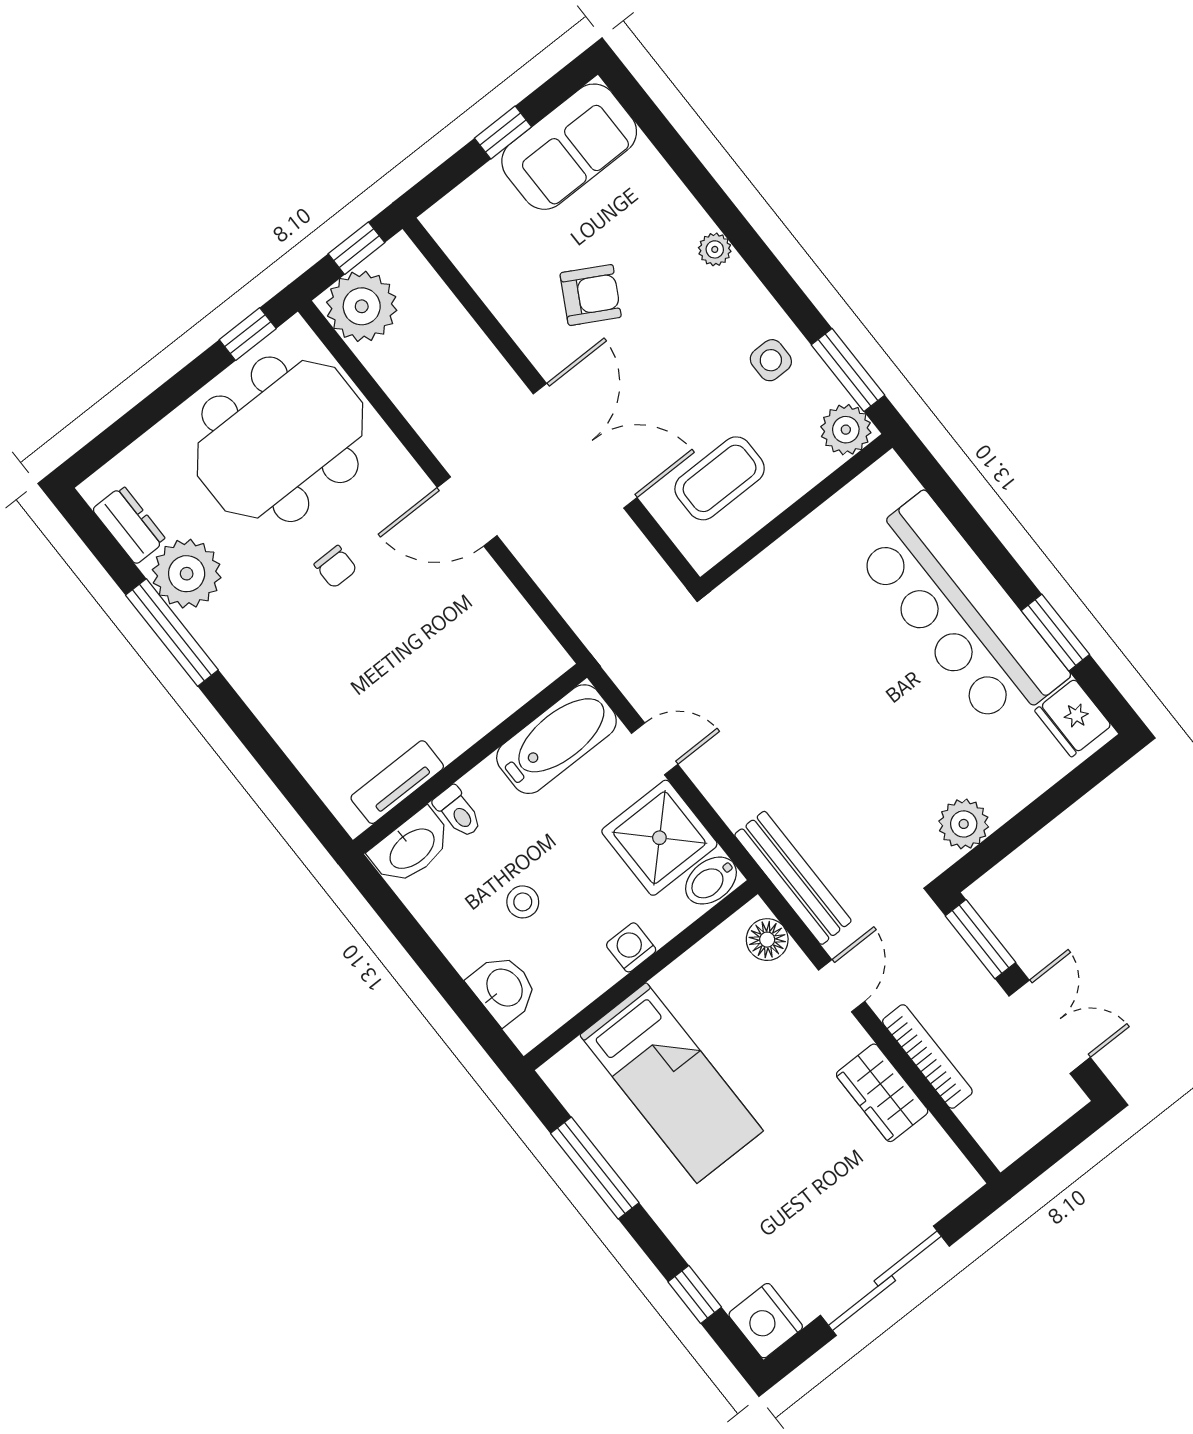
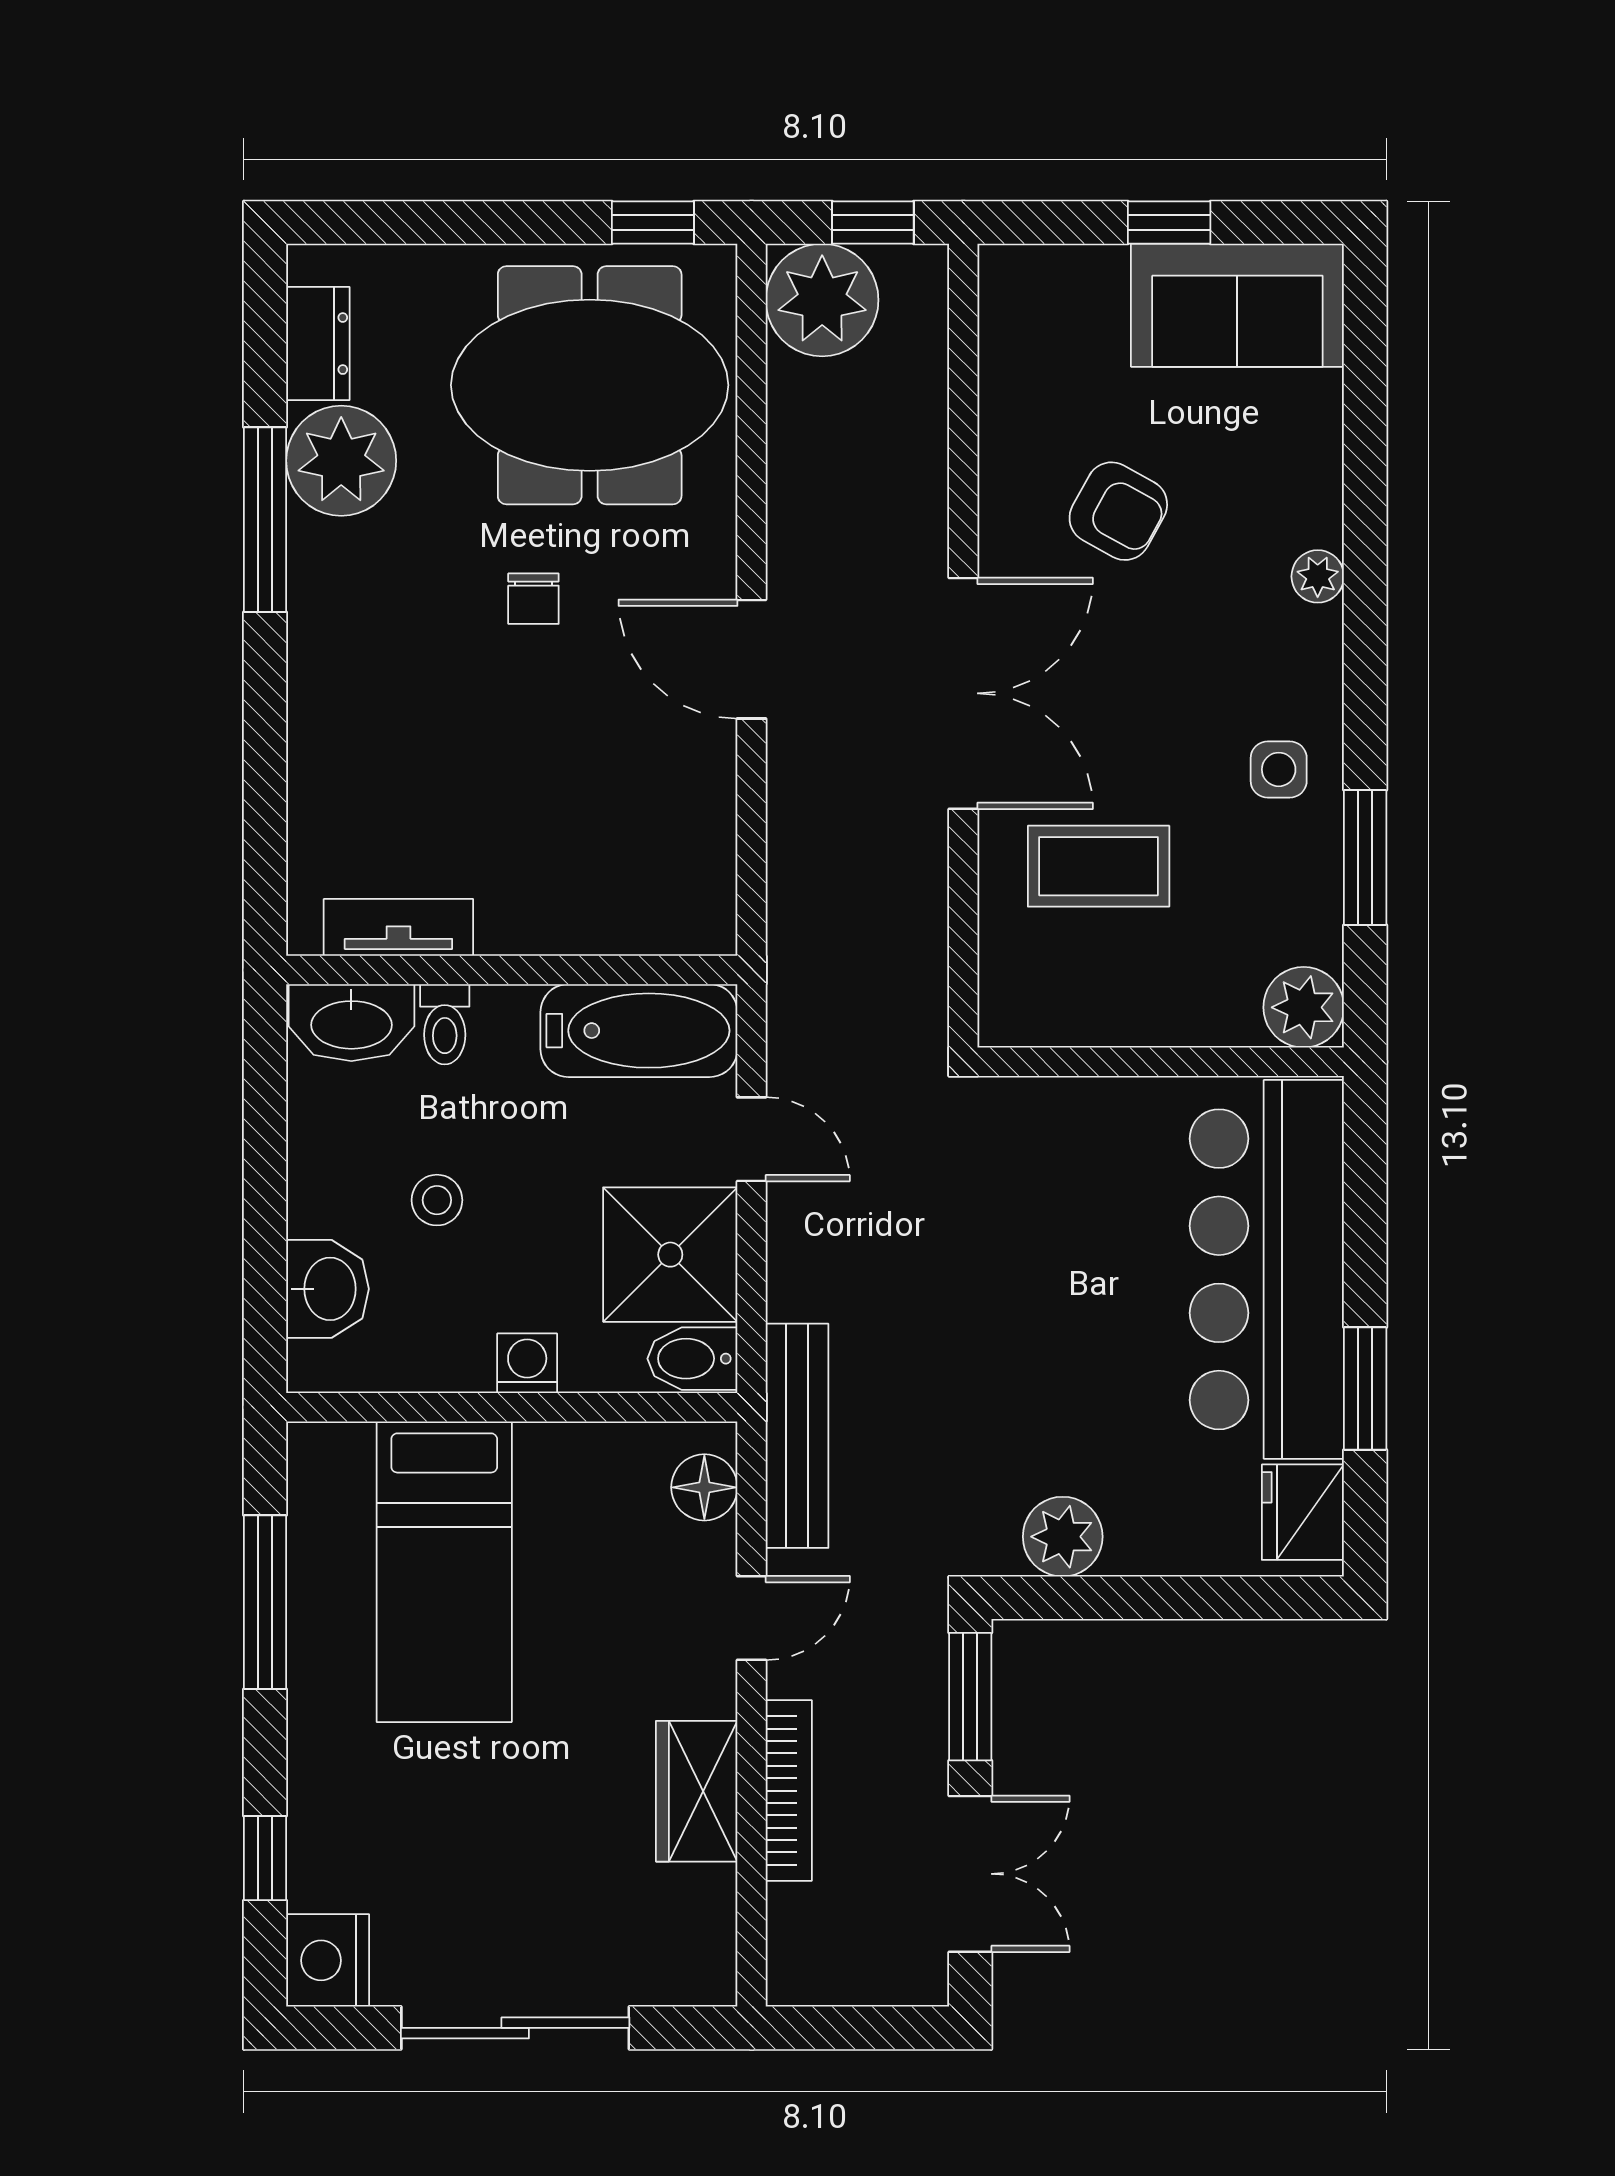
plant: (846, 430) -> (1304, 1007), moved
wall: (796, 512) -> (1161, 1062), moved

